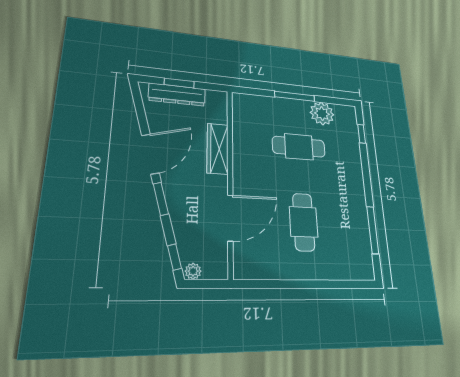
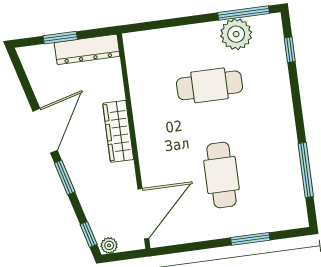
dresser: (177, 95) -> (87, 49), moved
window: (295, 96) -> (244, 13), moved
wardrobe: (218, 149) -> (118, 131), moved
door: (230, 218) -> (143, 214), moved
window: (325, 284) -> (250, 239), added

